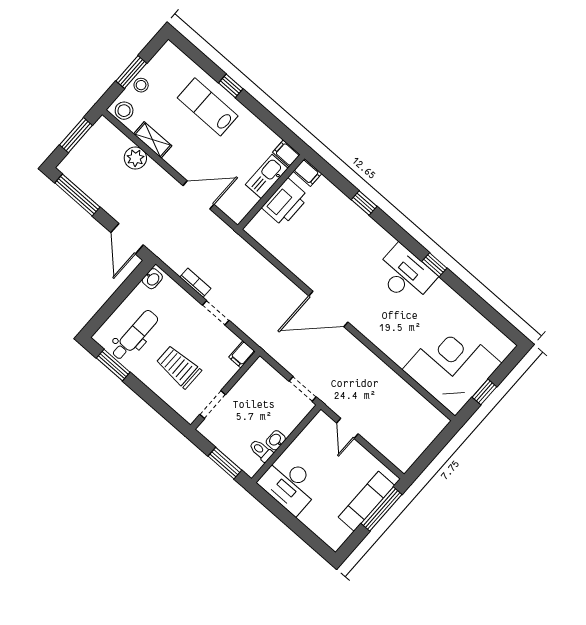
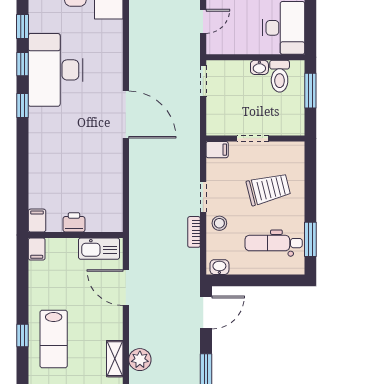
kitchen sink: (267, 176) -> (99, 249), moved
printer: (285, 202) -> (74, 222), width x0.53, depth x0.68
window: (364, 203) -> (23, 106), moved
desk: (405, 275) -> (56, 70), width x1.36, depth x1.30
window: (463, 289) -> (23, 27), added
stool: (185, 308) -> (219, 223), added
trolley: (179, 367) -> (268, 189), turned -104
doorway: (213, 405) -> (253, 138), moved
toilet: (261, 451) -> (280, 76), width x1.37, depth x1.39

